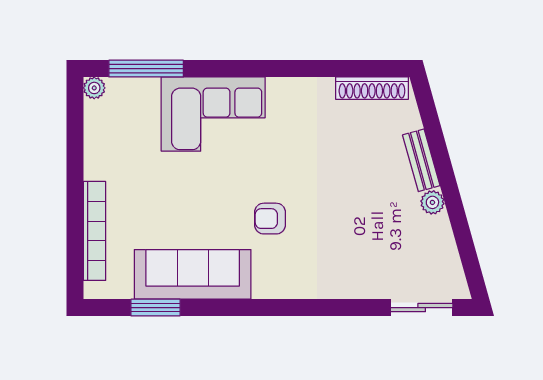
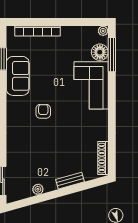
floor lamp: (141, 95) -> (100, 52), added
plant: (432, 202) -> (38, 189), moved
sofa: (193, 274) -> (18, 76), width x0.73

